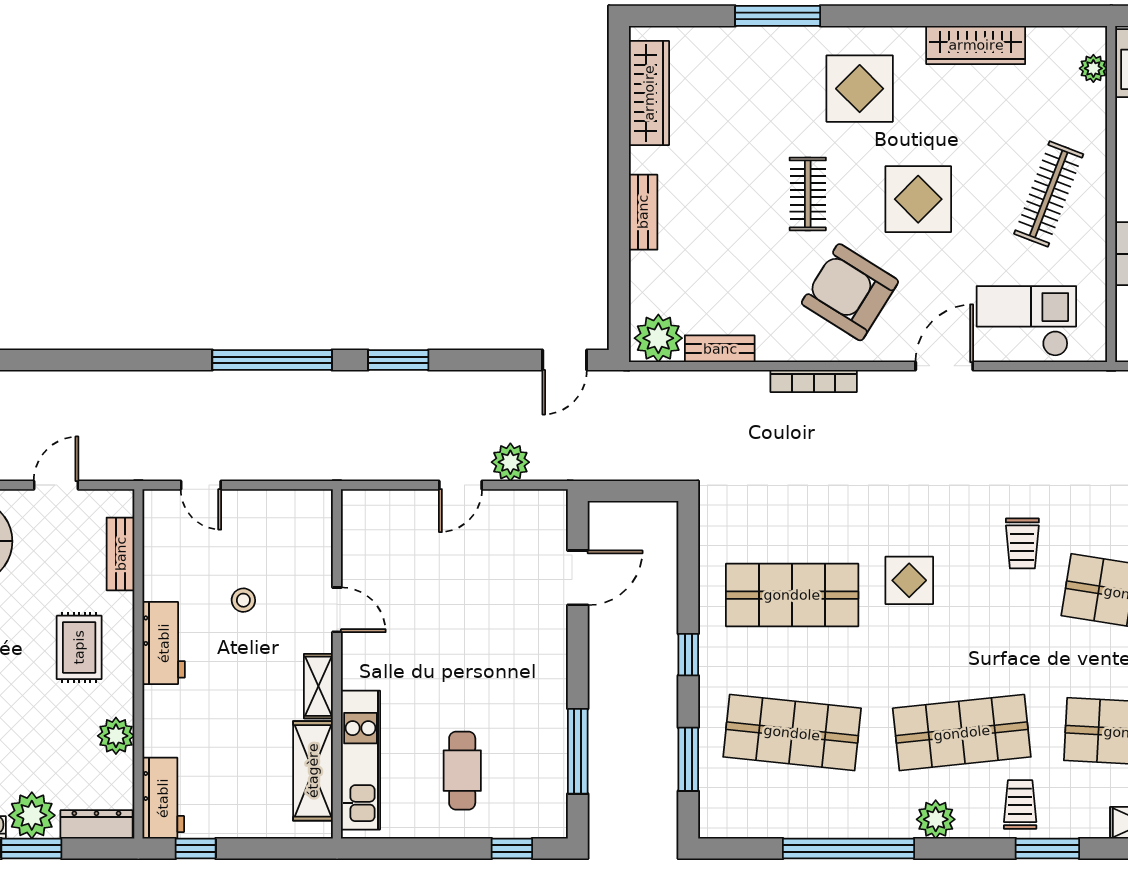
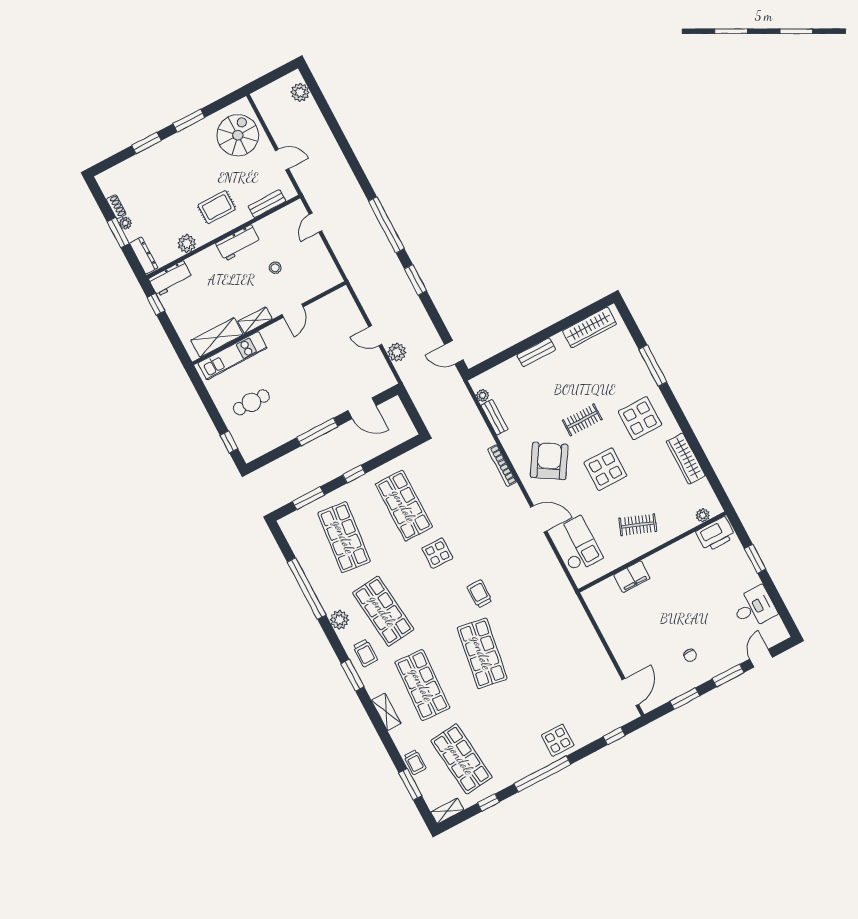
clothes rail: (1049, 194) -> (638, 525), width x0.73
plant: (658, 338) -> (483, 395), width x0.53, depth x0.53
trolley: (1022, 543) -> (479, 594), turned 90
window: (578, 751) -> (317, 432), moved
trolley: (1020, 805) -> (365, 653), turned 90
plant: (32, 815) -> (125, 223), width x0.53, depth x0.53

